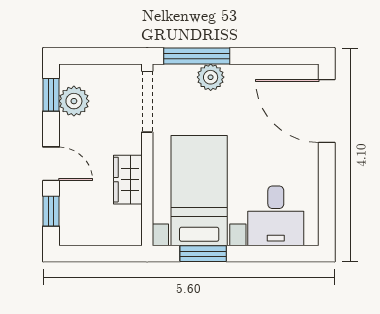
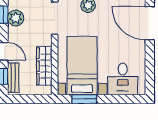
wardrobe: (128, 180) -> (44, 66), width x1.50
bench: (69, 213) -> (13, 78), added

